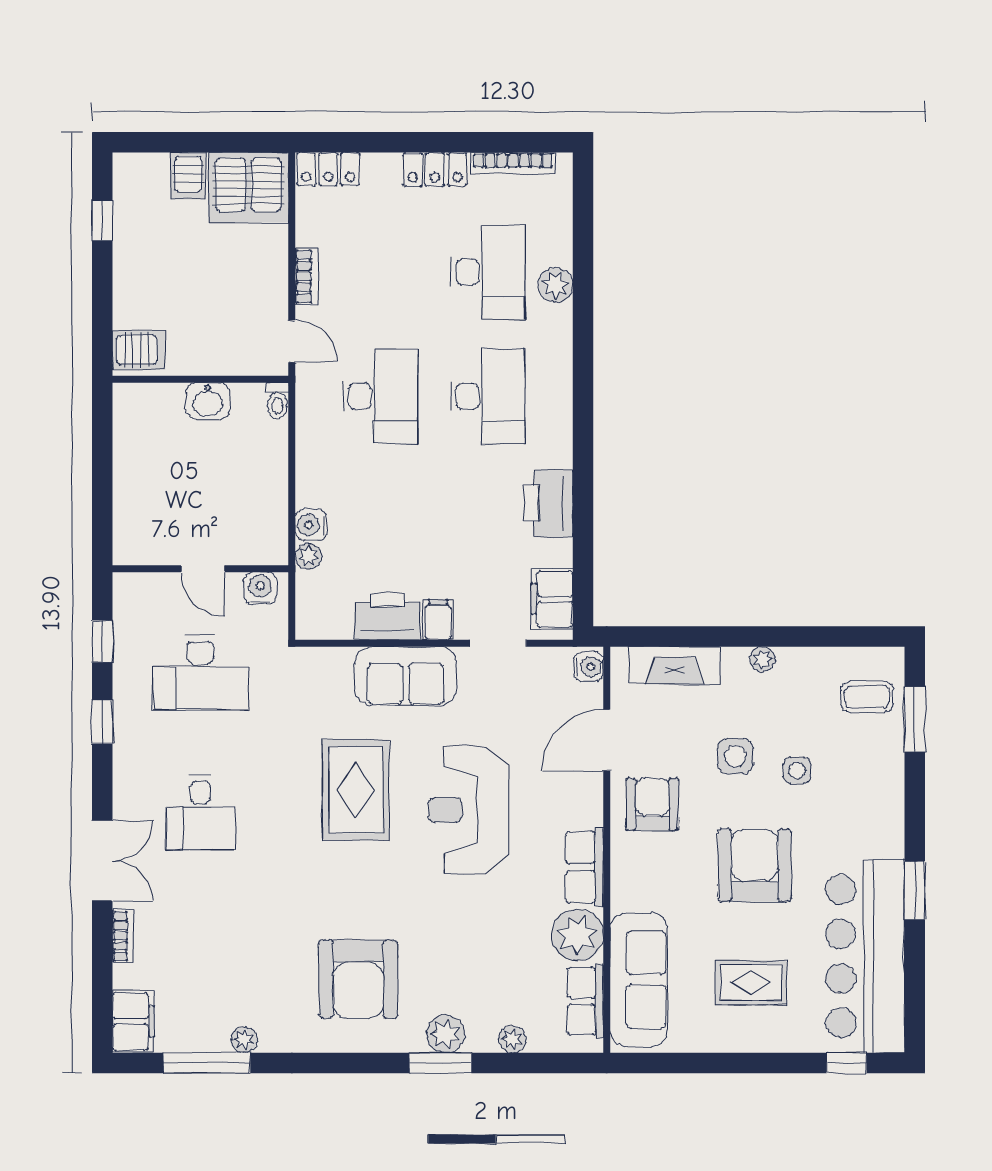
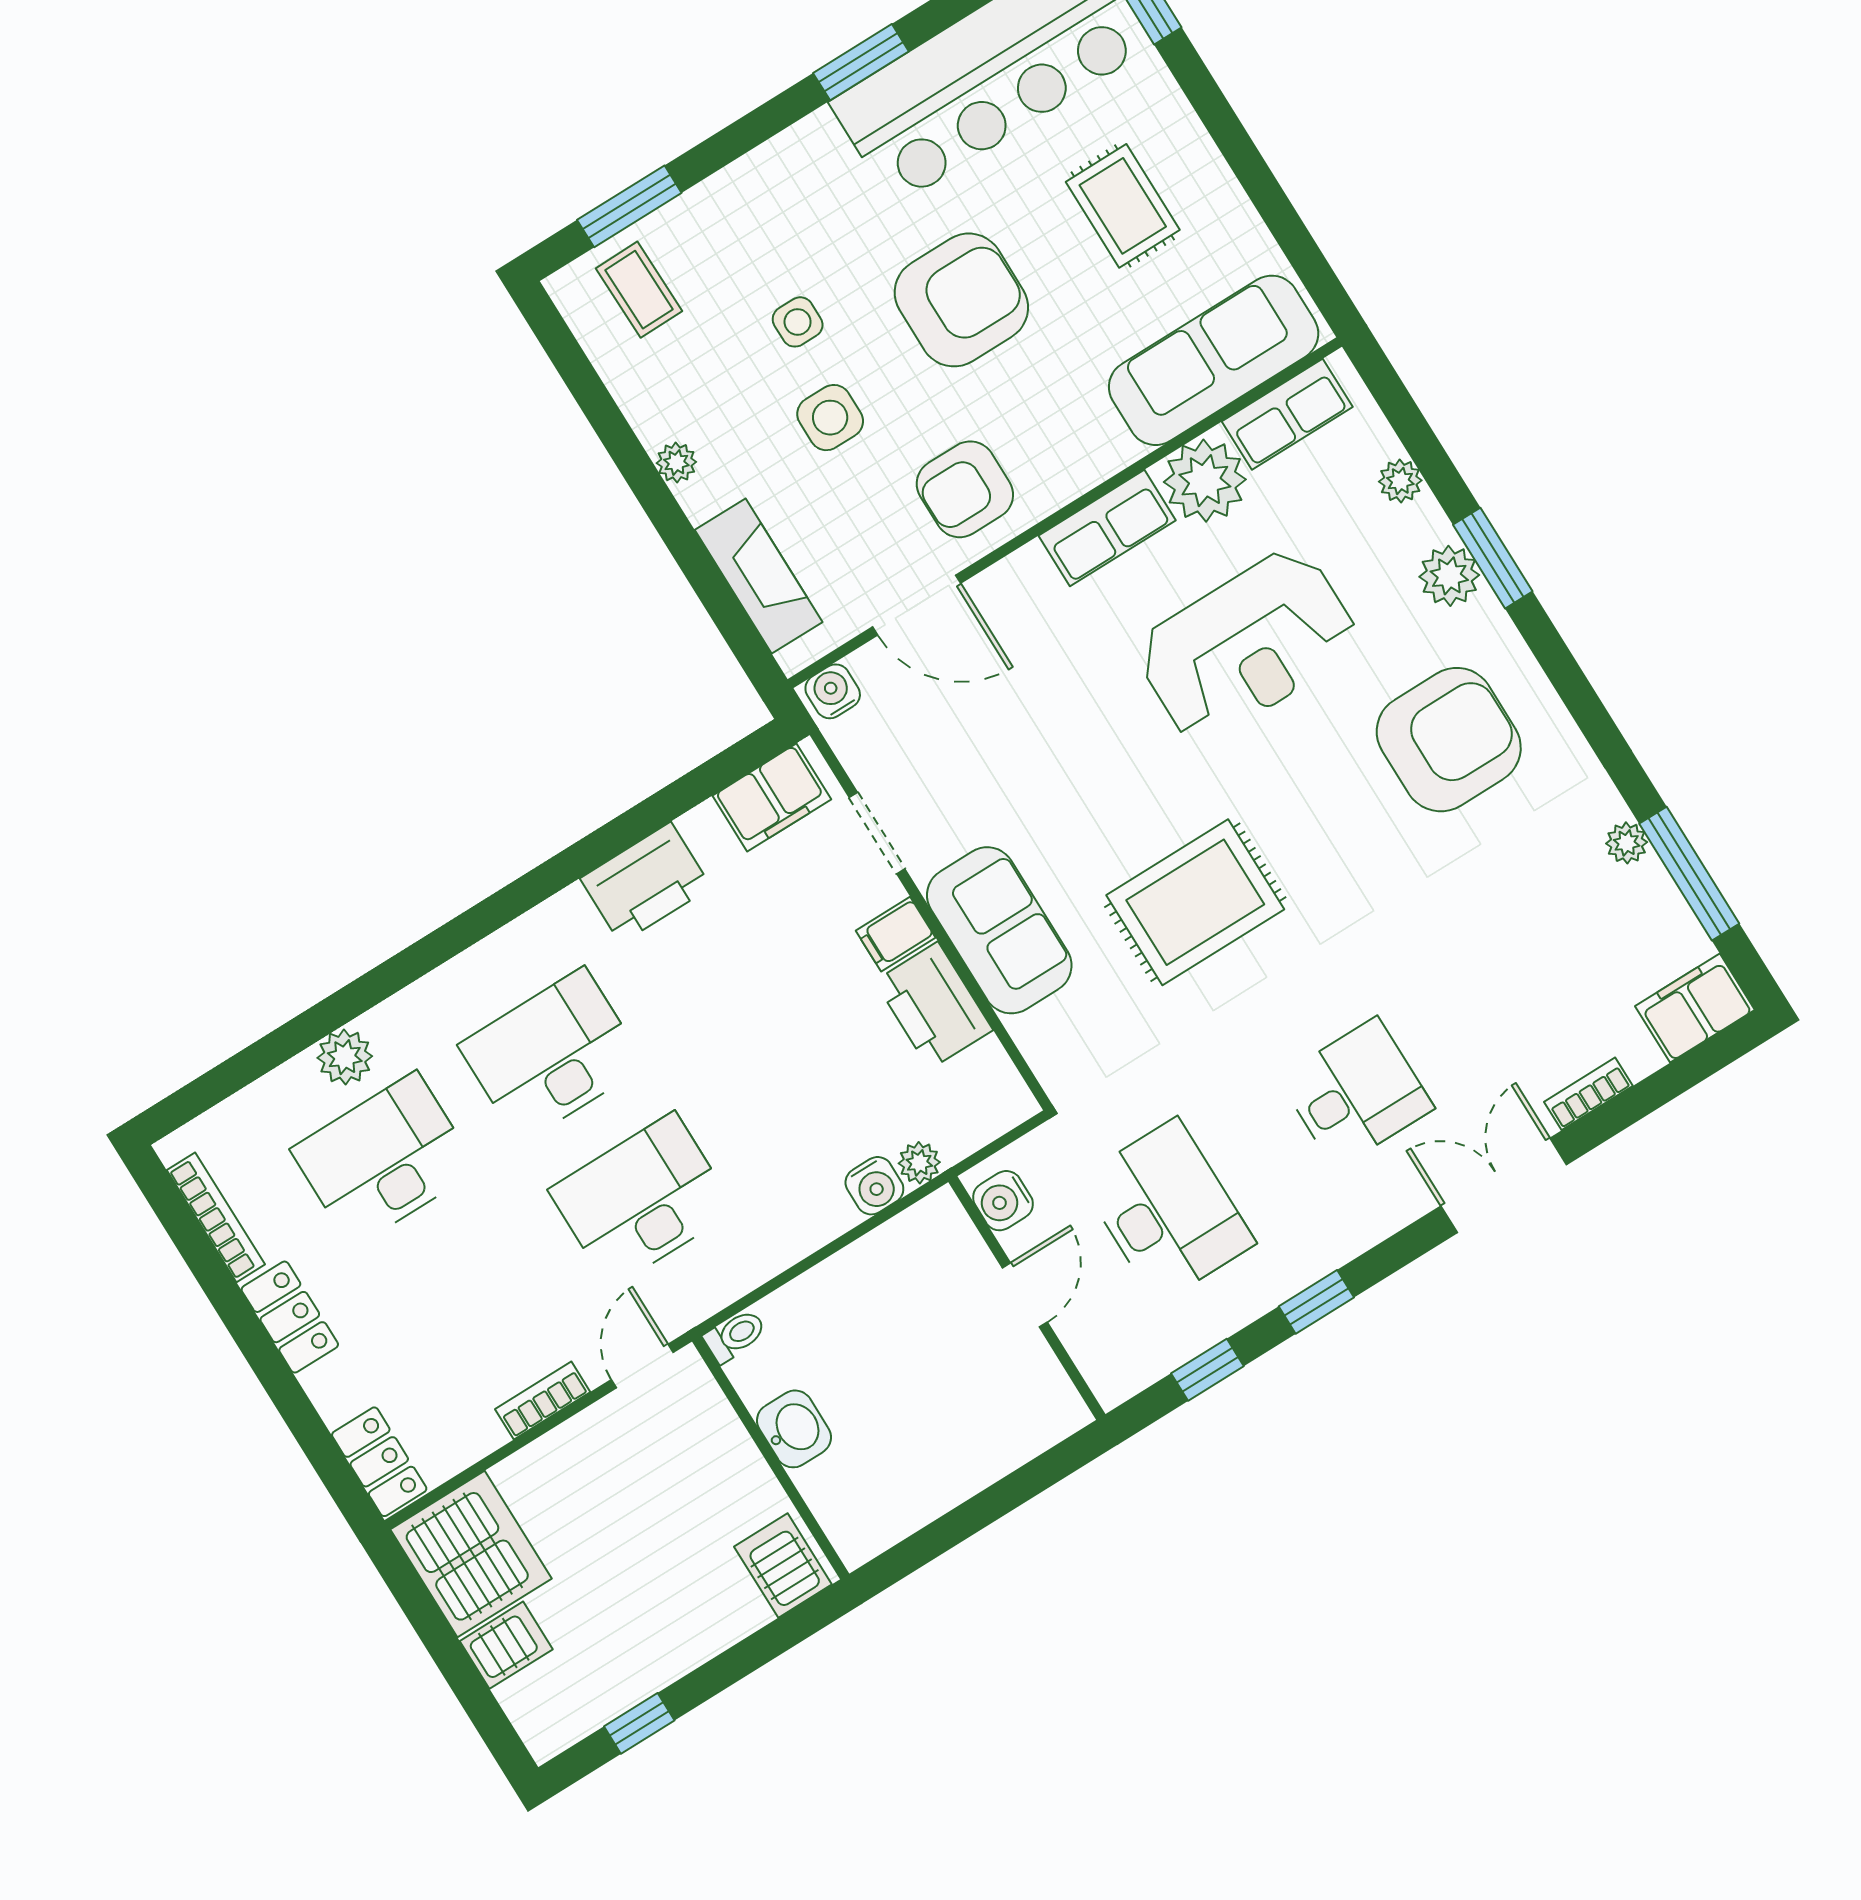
reception desk: (468, 810) -> (1247, 646), moved
armchair: (755, 865) -> (961, 300), turned 180

